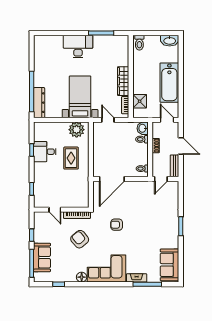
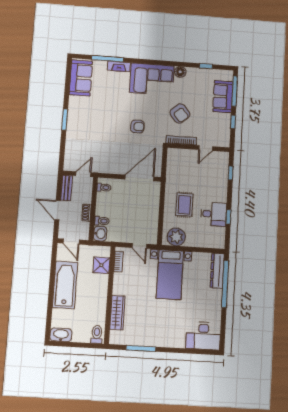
desk: (78, 46) -> (203, 336), moved
wardrobe: (123, 81) -> (117, 313), moved
door: (55, 210) -> (206, 148), swing flipped

